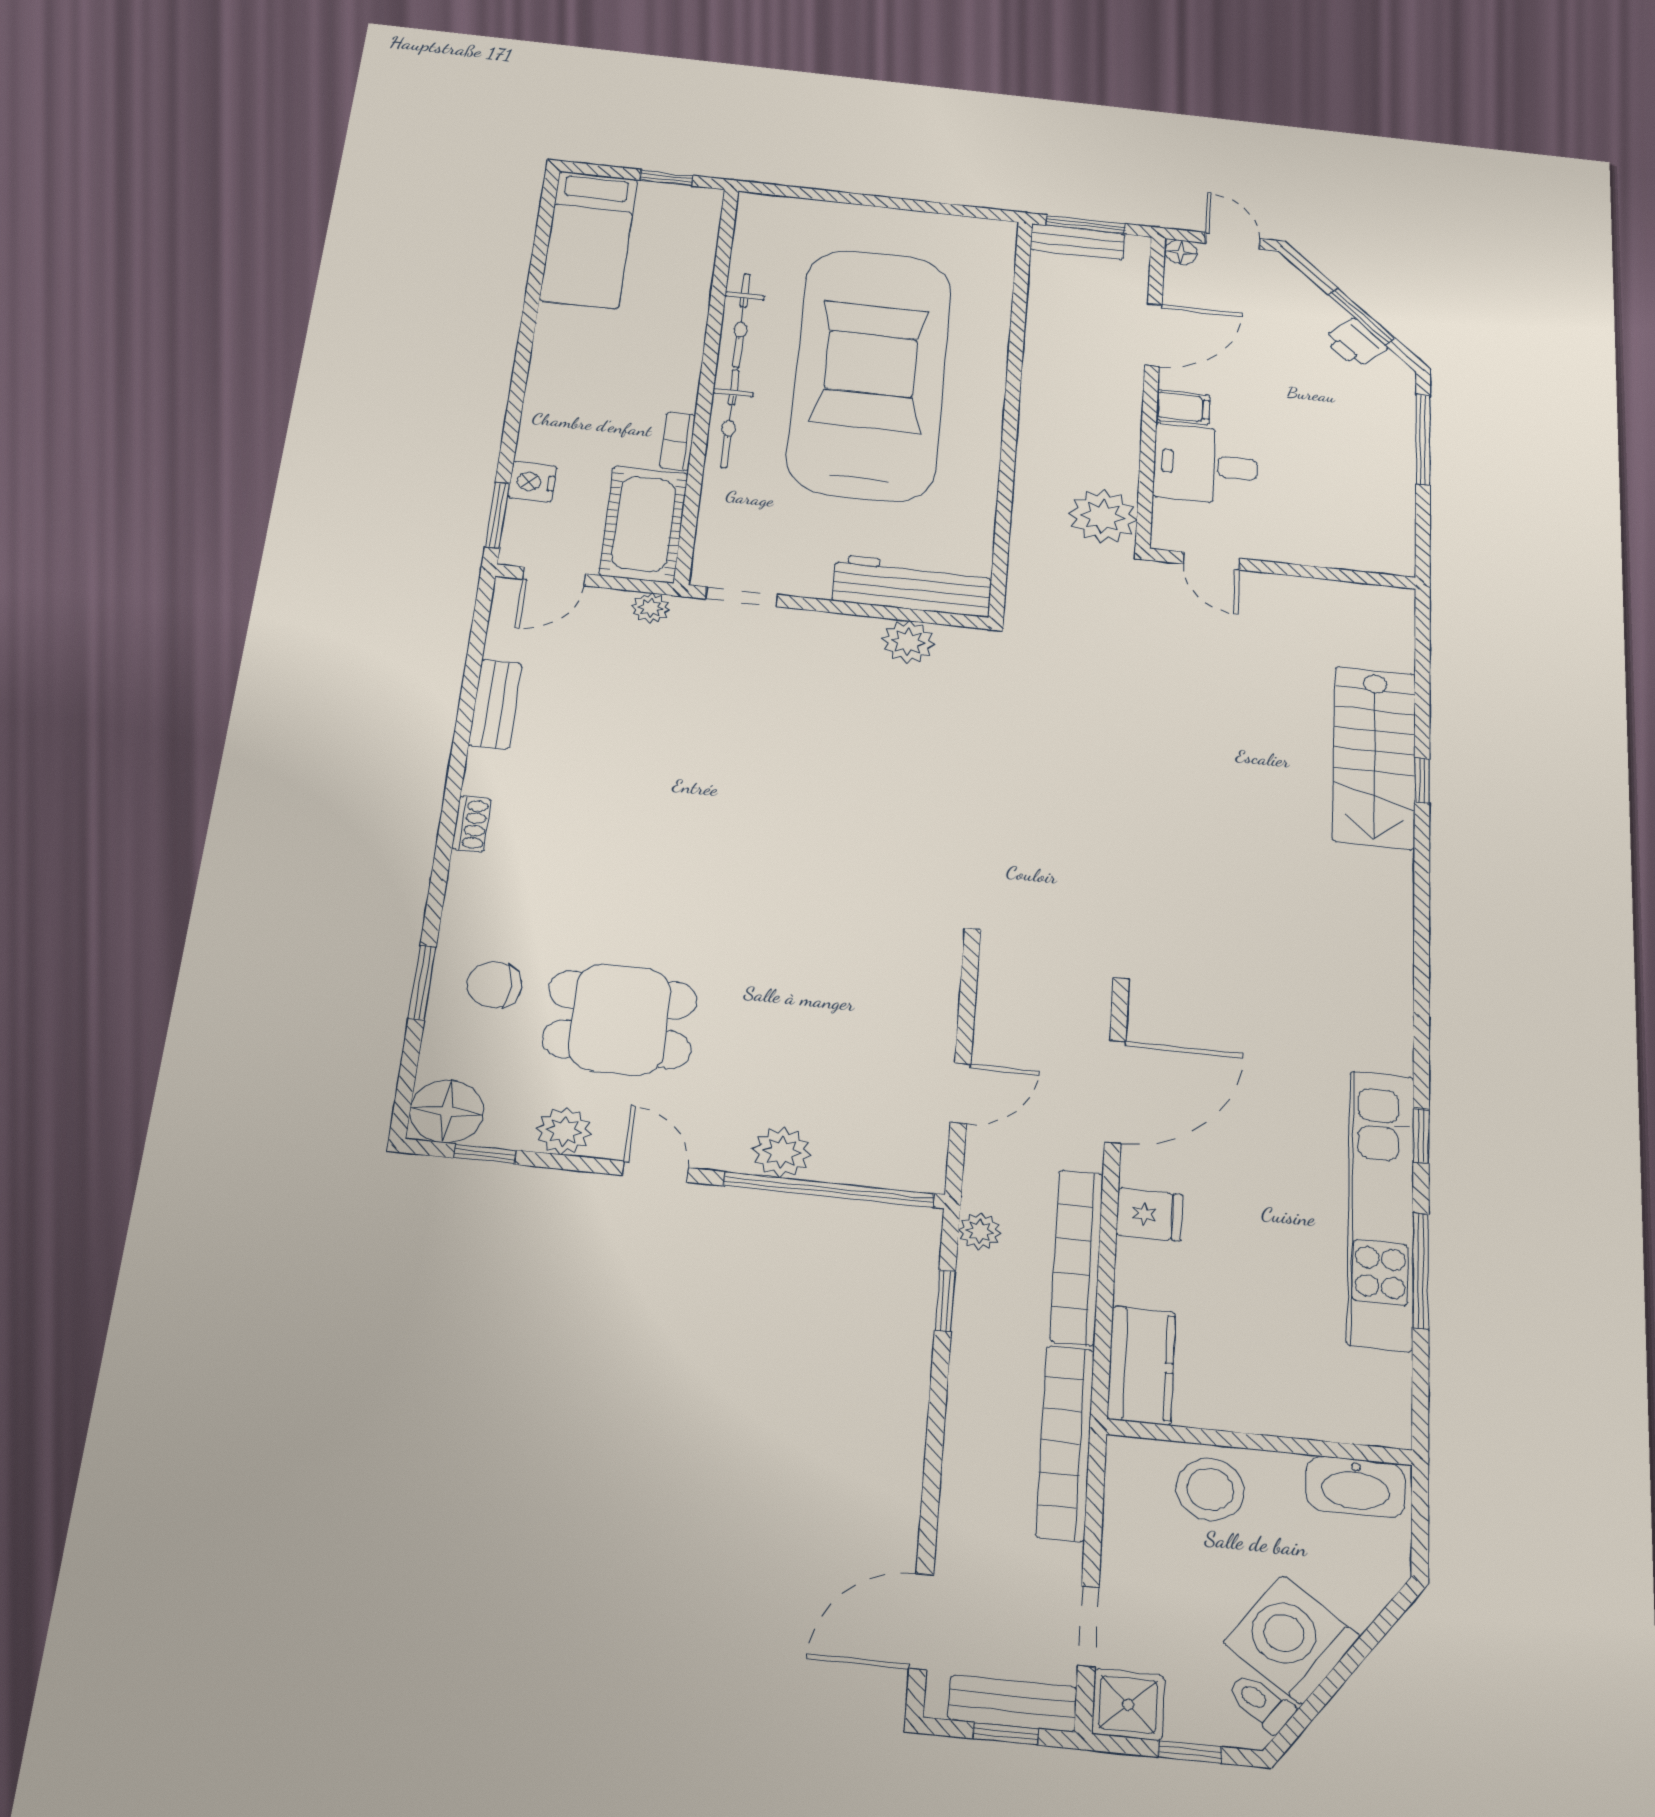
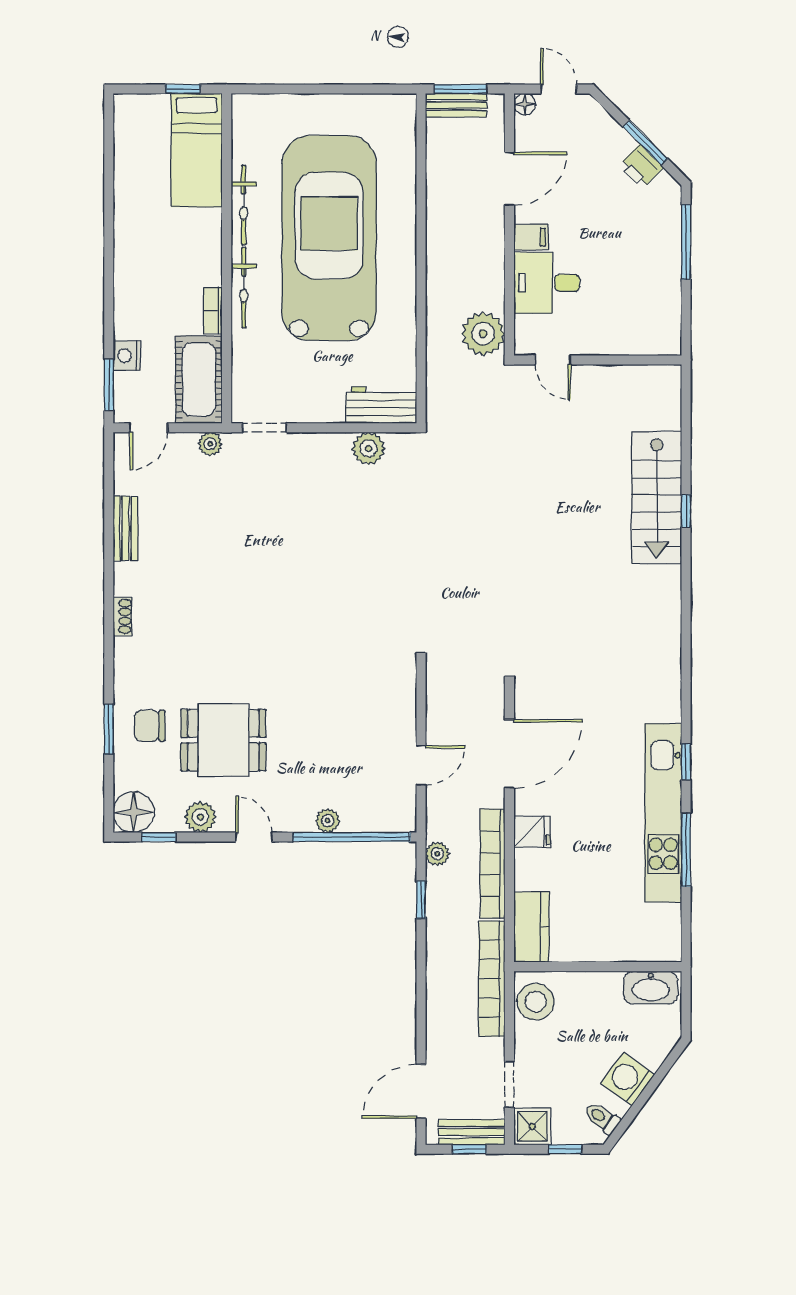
bed: (589, 239) -> (197, 150), moved
workbench: (912, 586) -> (381, 405), width x0.73
plant: (782, 1152) -> (328, 821), width x0.73, depth x0.73
stool: (1210, 1489) -> (536, 1002), moved
washing machine: (1292, 1639) -> (628, 1079), width x0.73, depth x0.73

